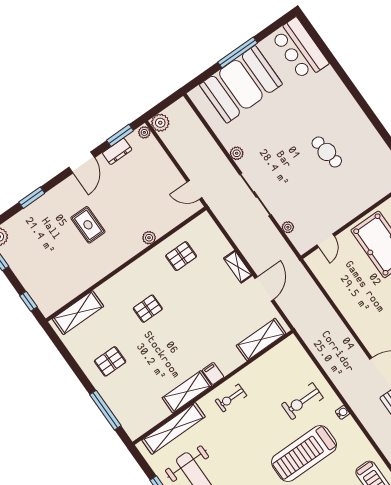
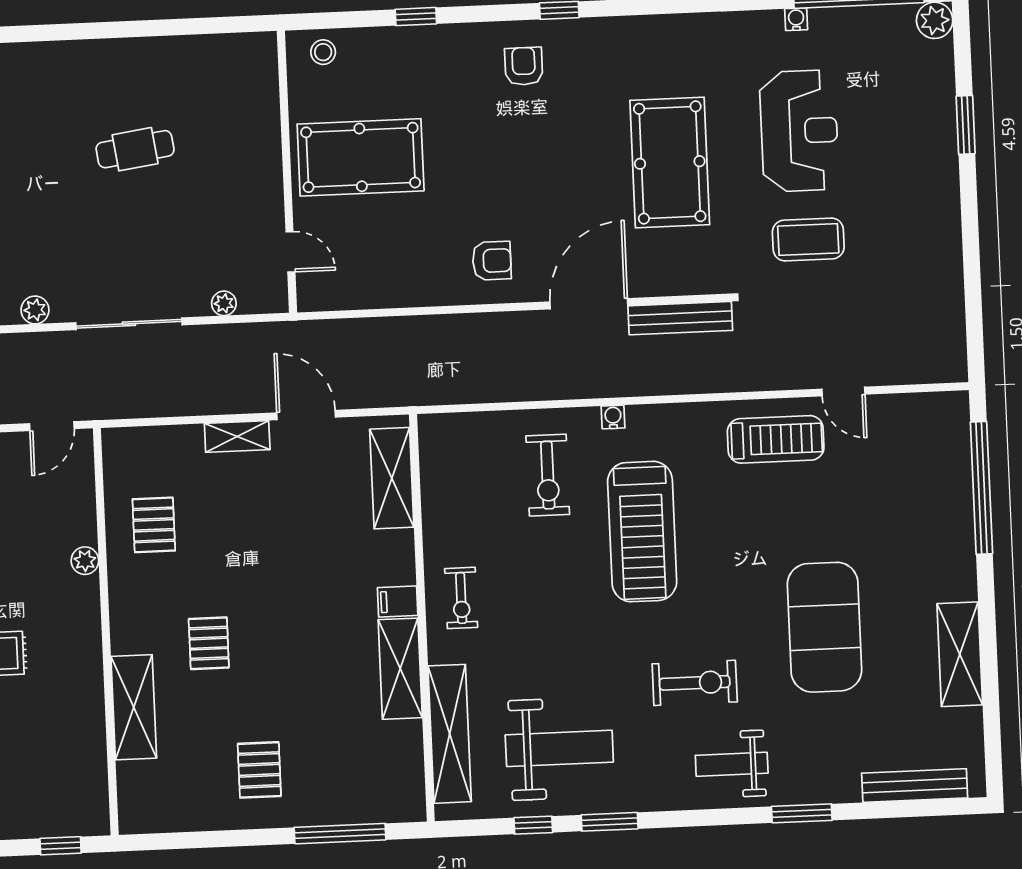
shelving: (78, 313) -> (134, 707), moved
armchair: (374, 324) -> (492, 261), added

